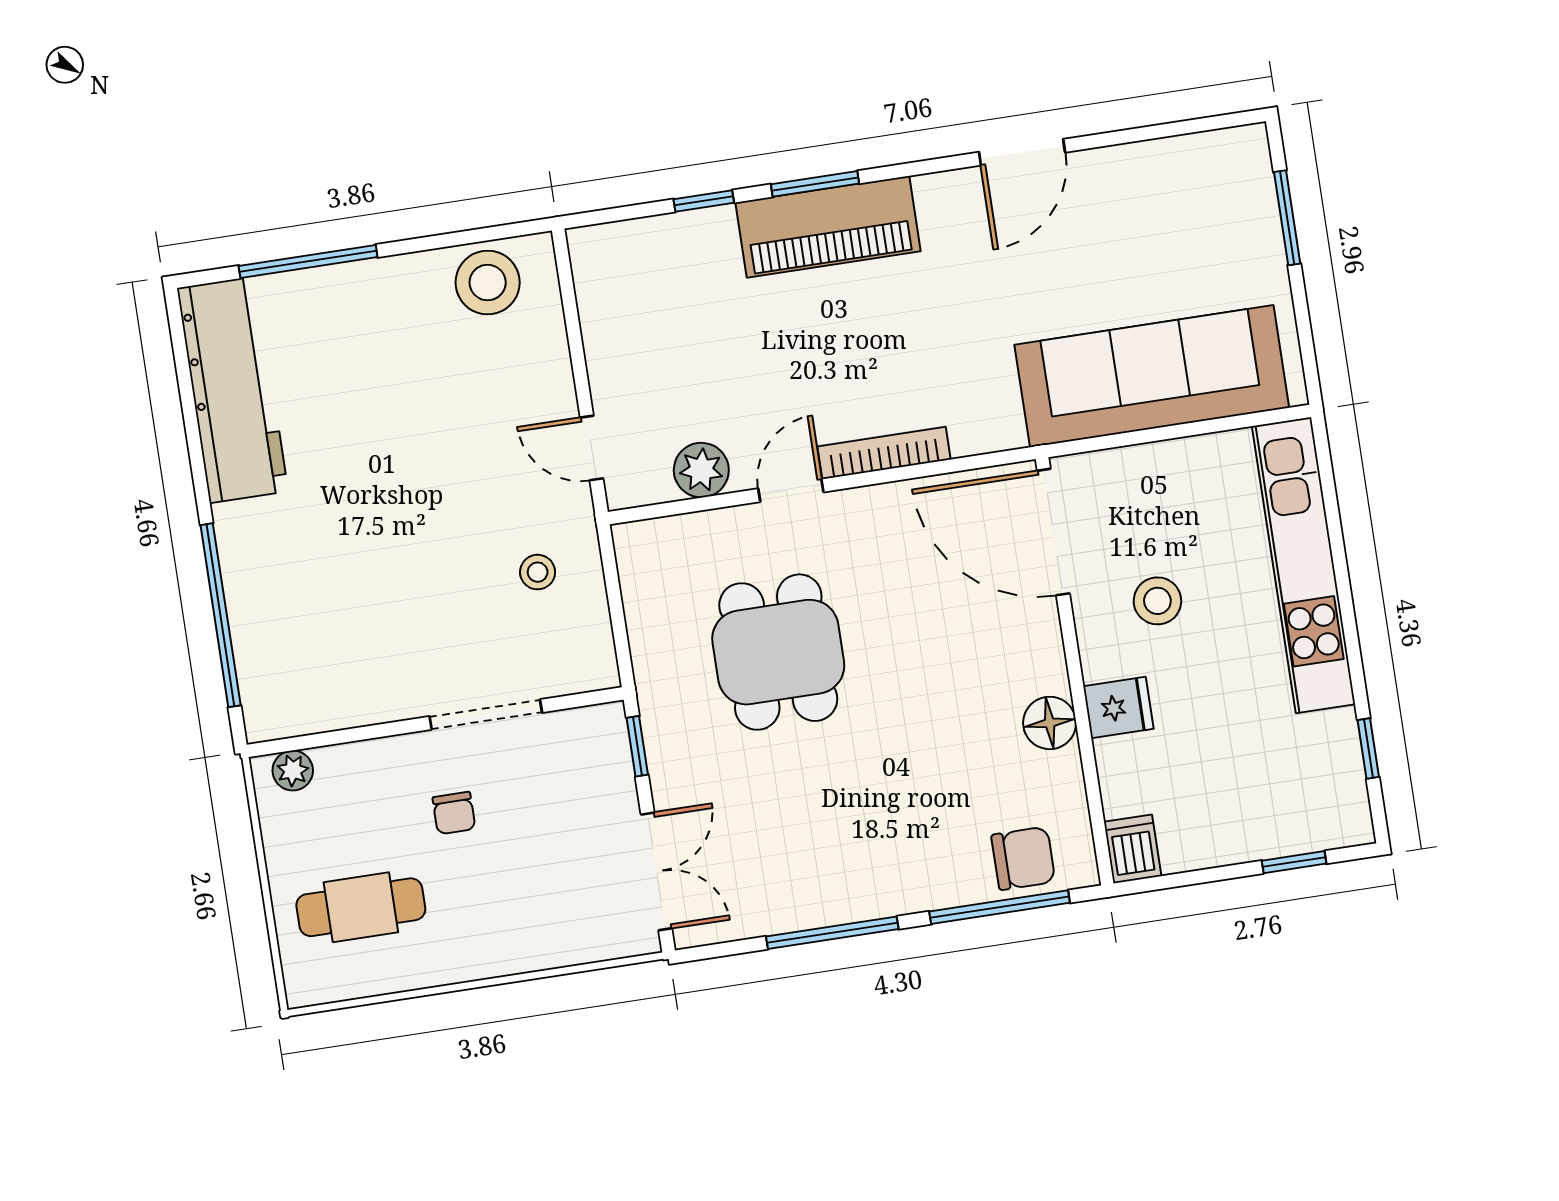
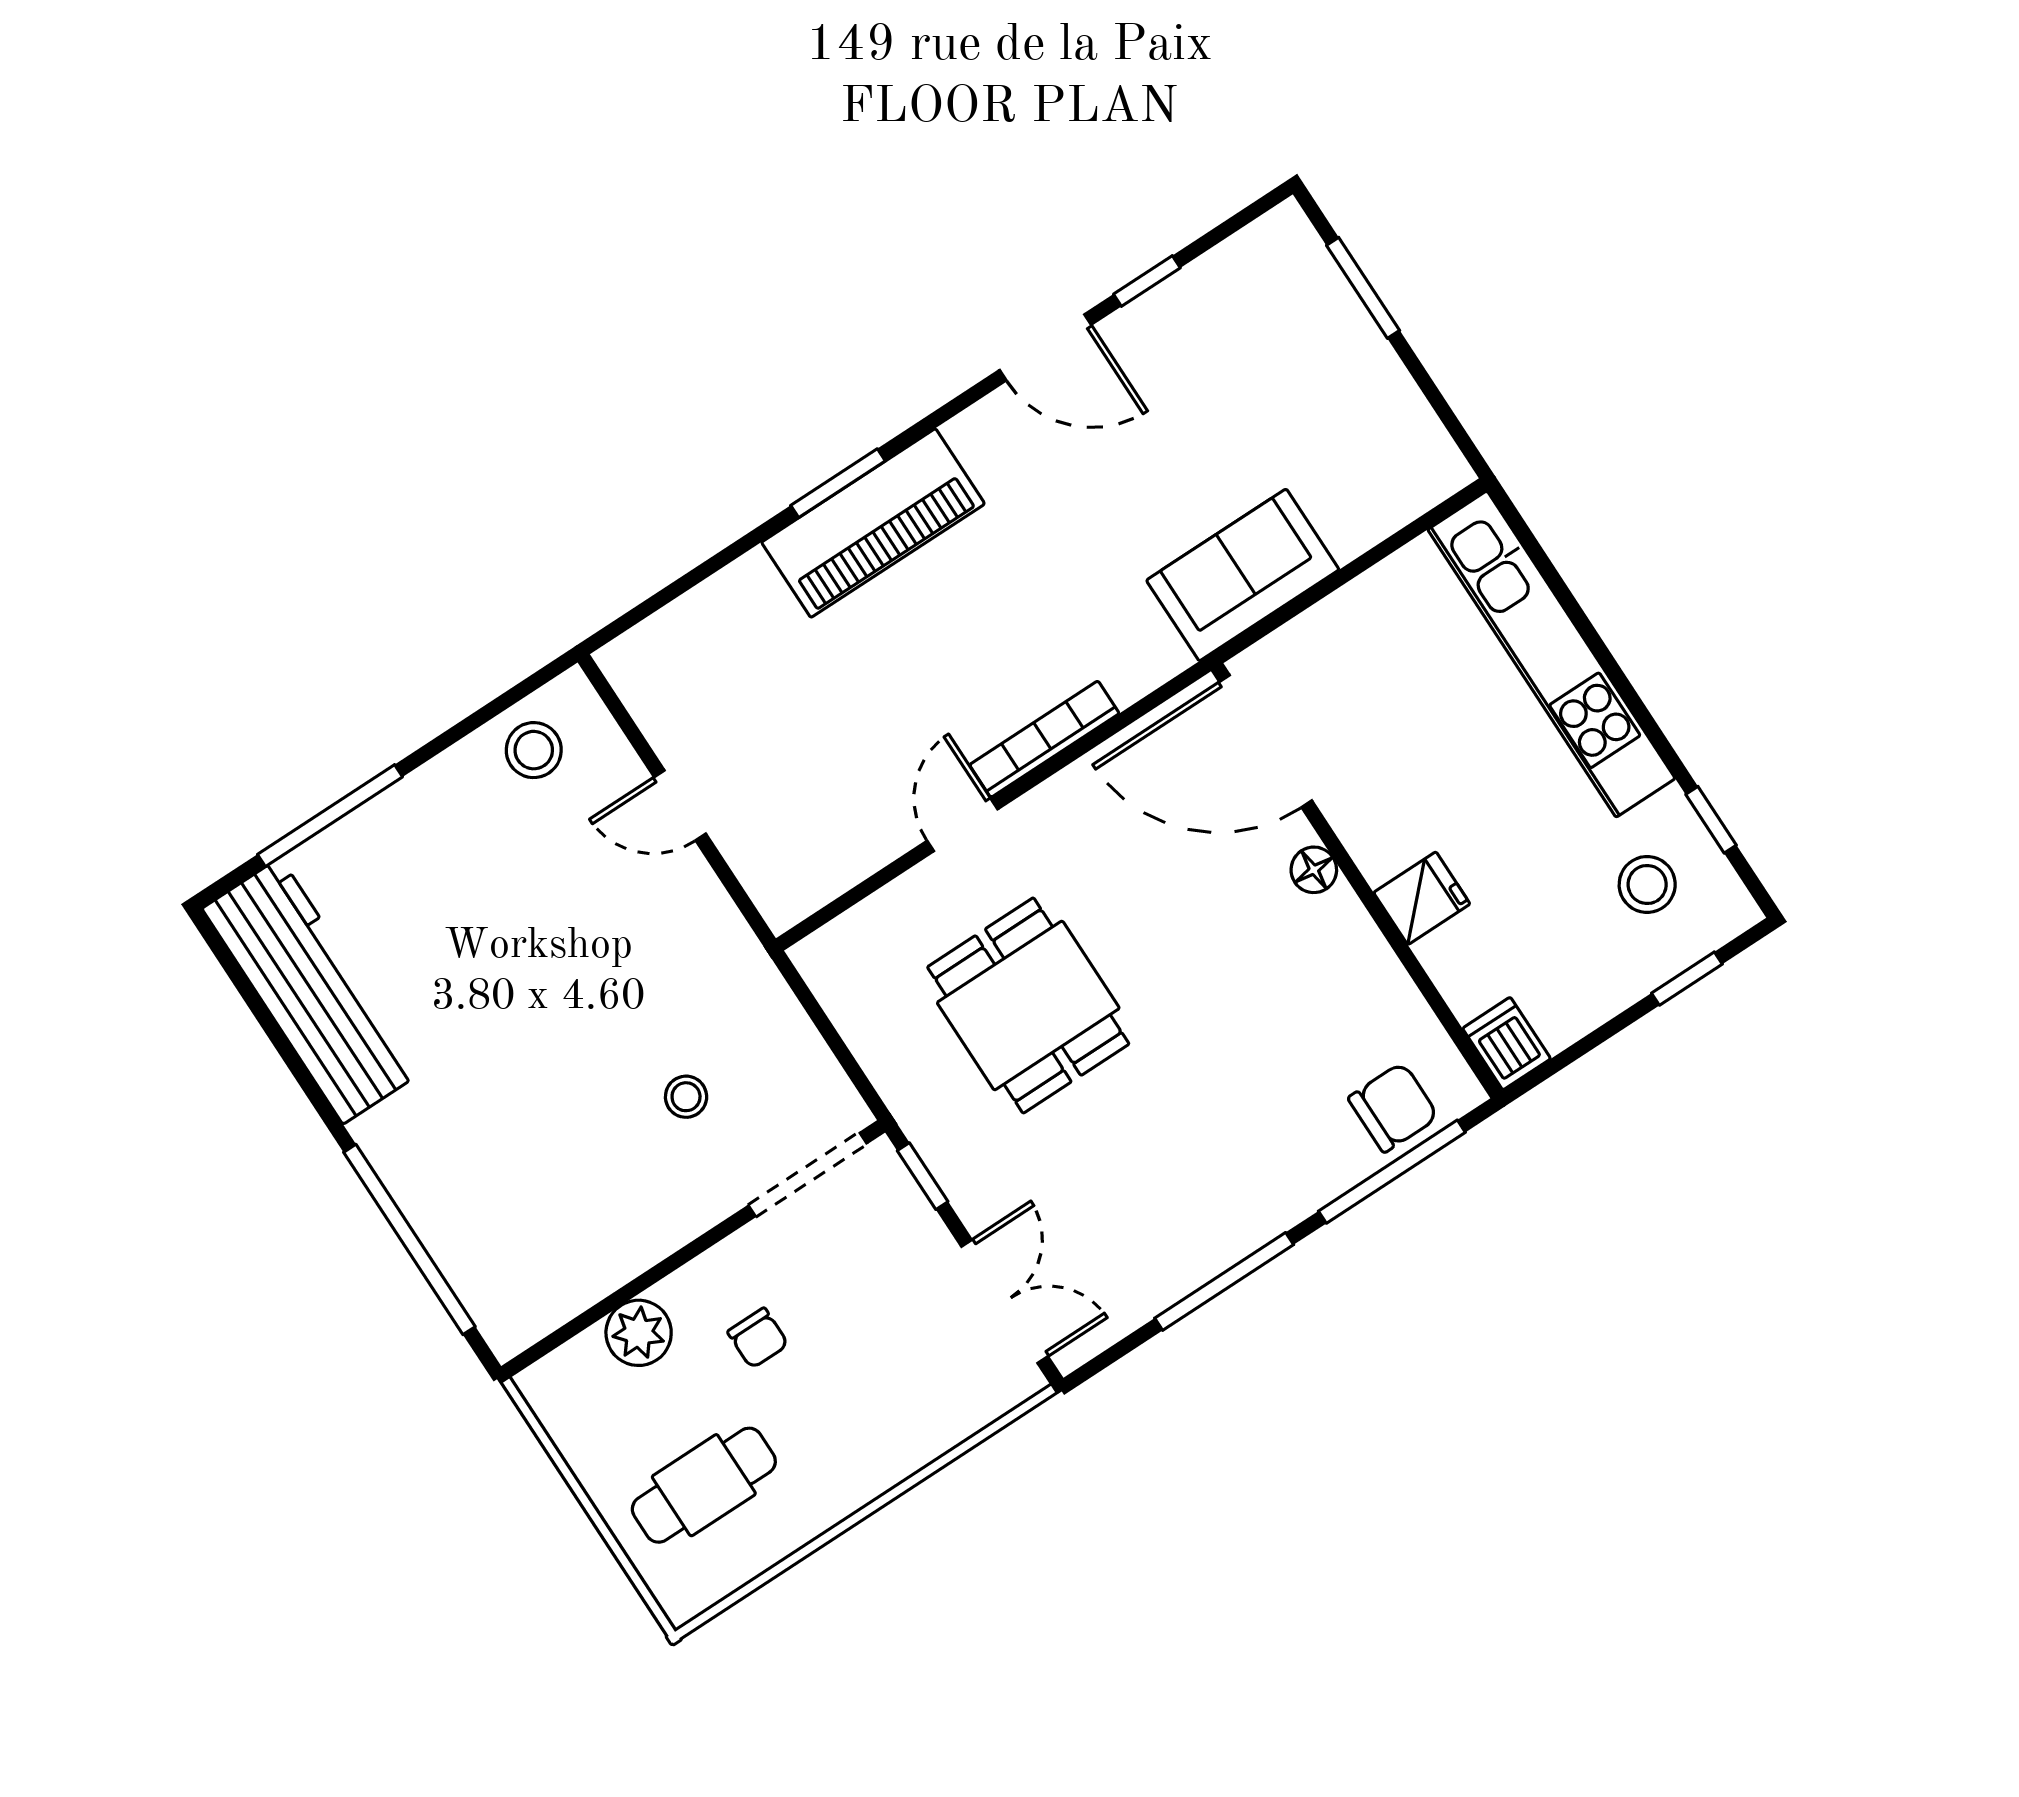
door: (1022, 152) -> (1045, 347), hinge flipped
window: (704, 201) -> (1147, 281), moved
stool: (488, 283) -> (534, 750), width x0.73, depth x0.73
sofa: (1152, 376) -> (1243, 575), width x0.54, depth x0.79
door: (592, 448) -> (680, 805), moved
plant: (701, 470) -> (856, 847), removed
stool: (538, 572) -> (686, 1097), moved
stool: (1157, 601) -> (1647, 884), moved
doorway: (486, 714) -> (808, 1174), moved
floor lamp: (1050, 723) -> (1314, 870), moved, width x0.73, depth x0.73
plant: (293, 771) -> (639, 1333), moved, width x1.38, depth x1.38

